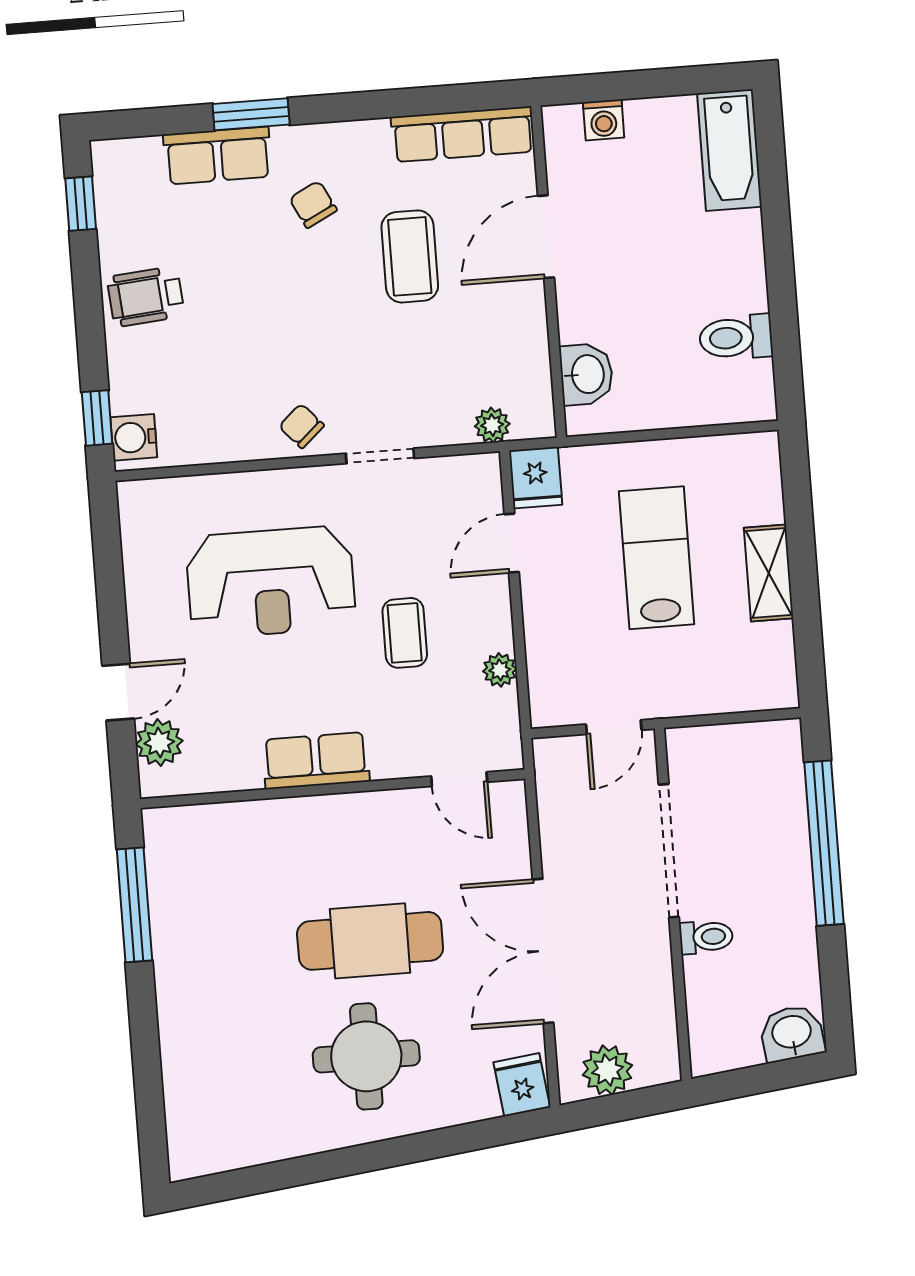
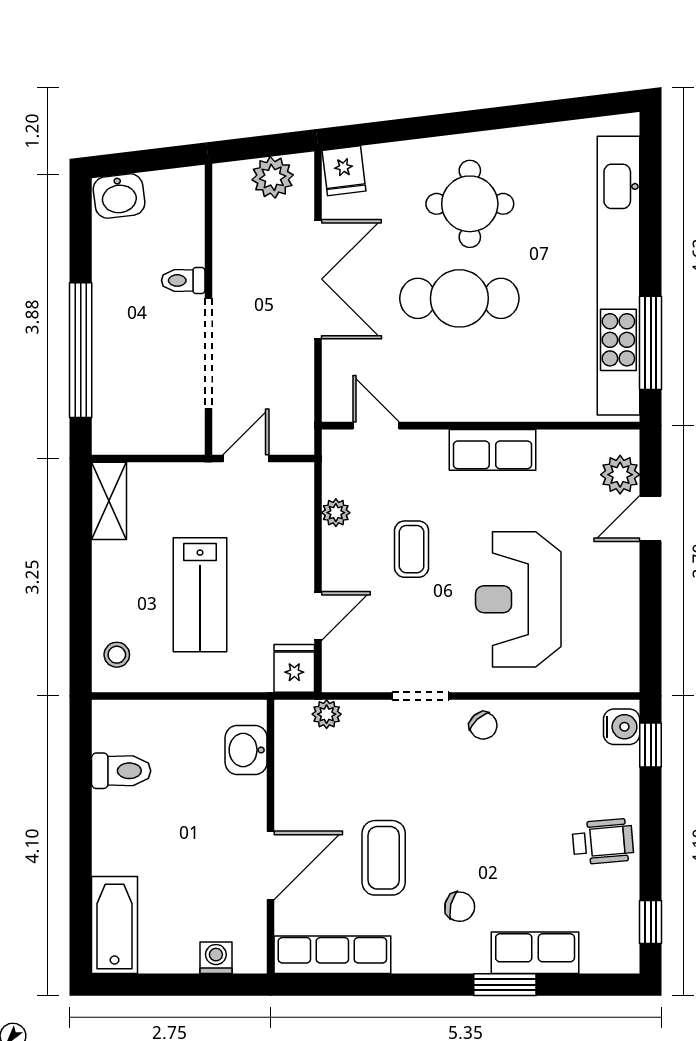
chair: (313, 204) -> (460, 907), turned -49
stool: (752, 478) -> (117, 655), added
shelving: (769, 573) -> (109, 501), moved
reception desk: (271, 582) -> (518, 599), turned -90
kitchen unit: (180, 983) -> (618, 276), added

